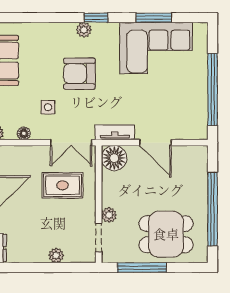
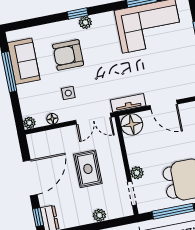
window: (96, 18) -> (78, 14), moved
armchair: (79, 74) -> (68, 55), moved
rug: (62, 185) -> (88, 169), moved, turned 90

